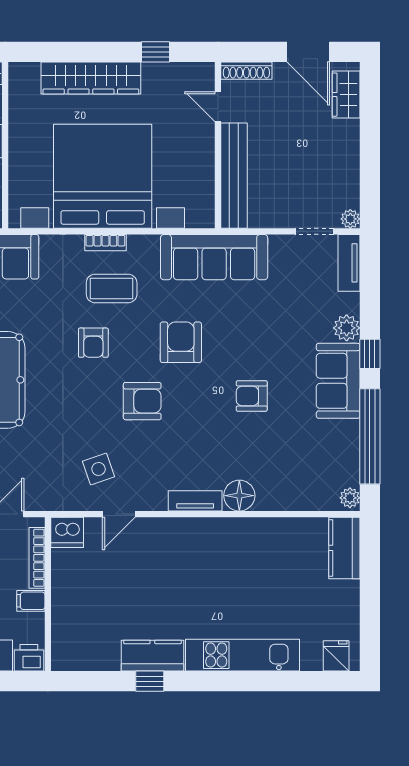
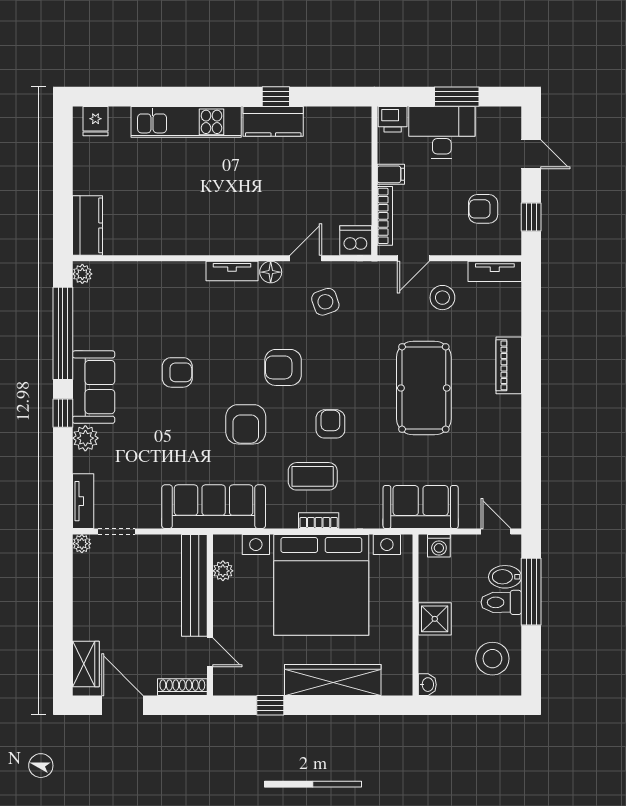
plant: (204, 191) -> (223, 571), added
floor lamp: (239, 496) -> (271, 272), moved, width x0.73, depth x0.73

